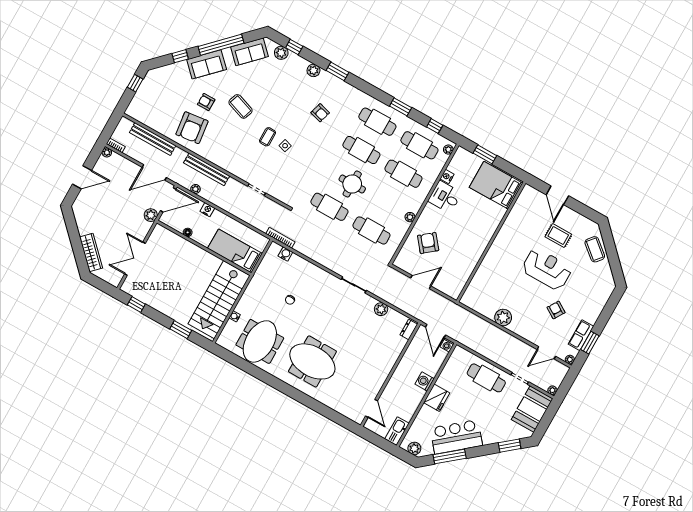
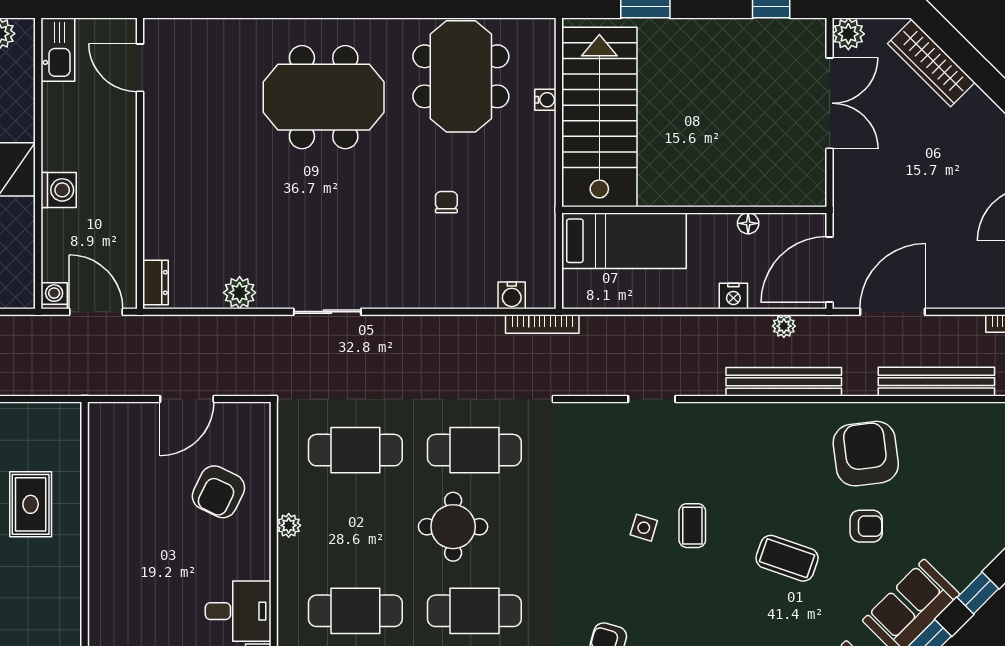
plant: (151, 215) -> (848, 34), moved
armchair: (428, 243) -> (218, 492), turned 65
rug: (497, 276) -> (31, 504), added

